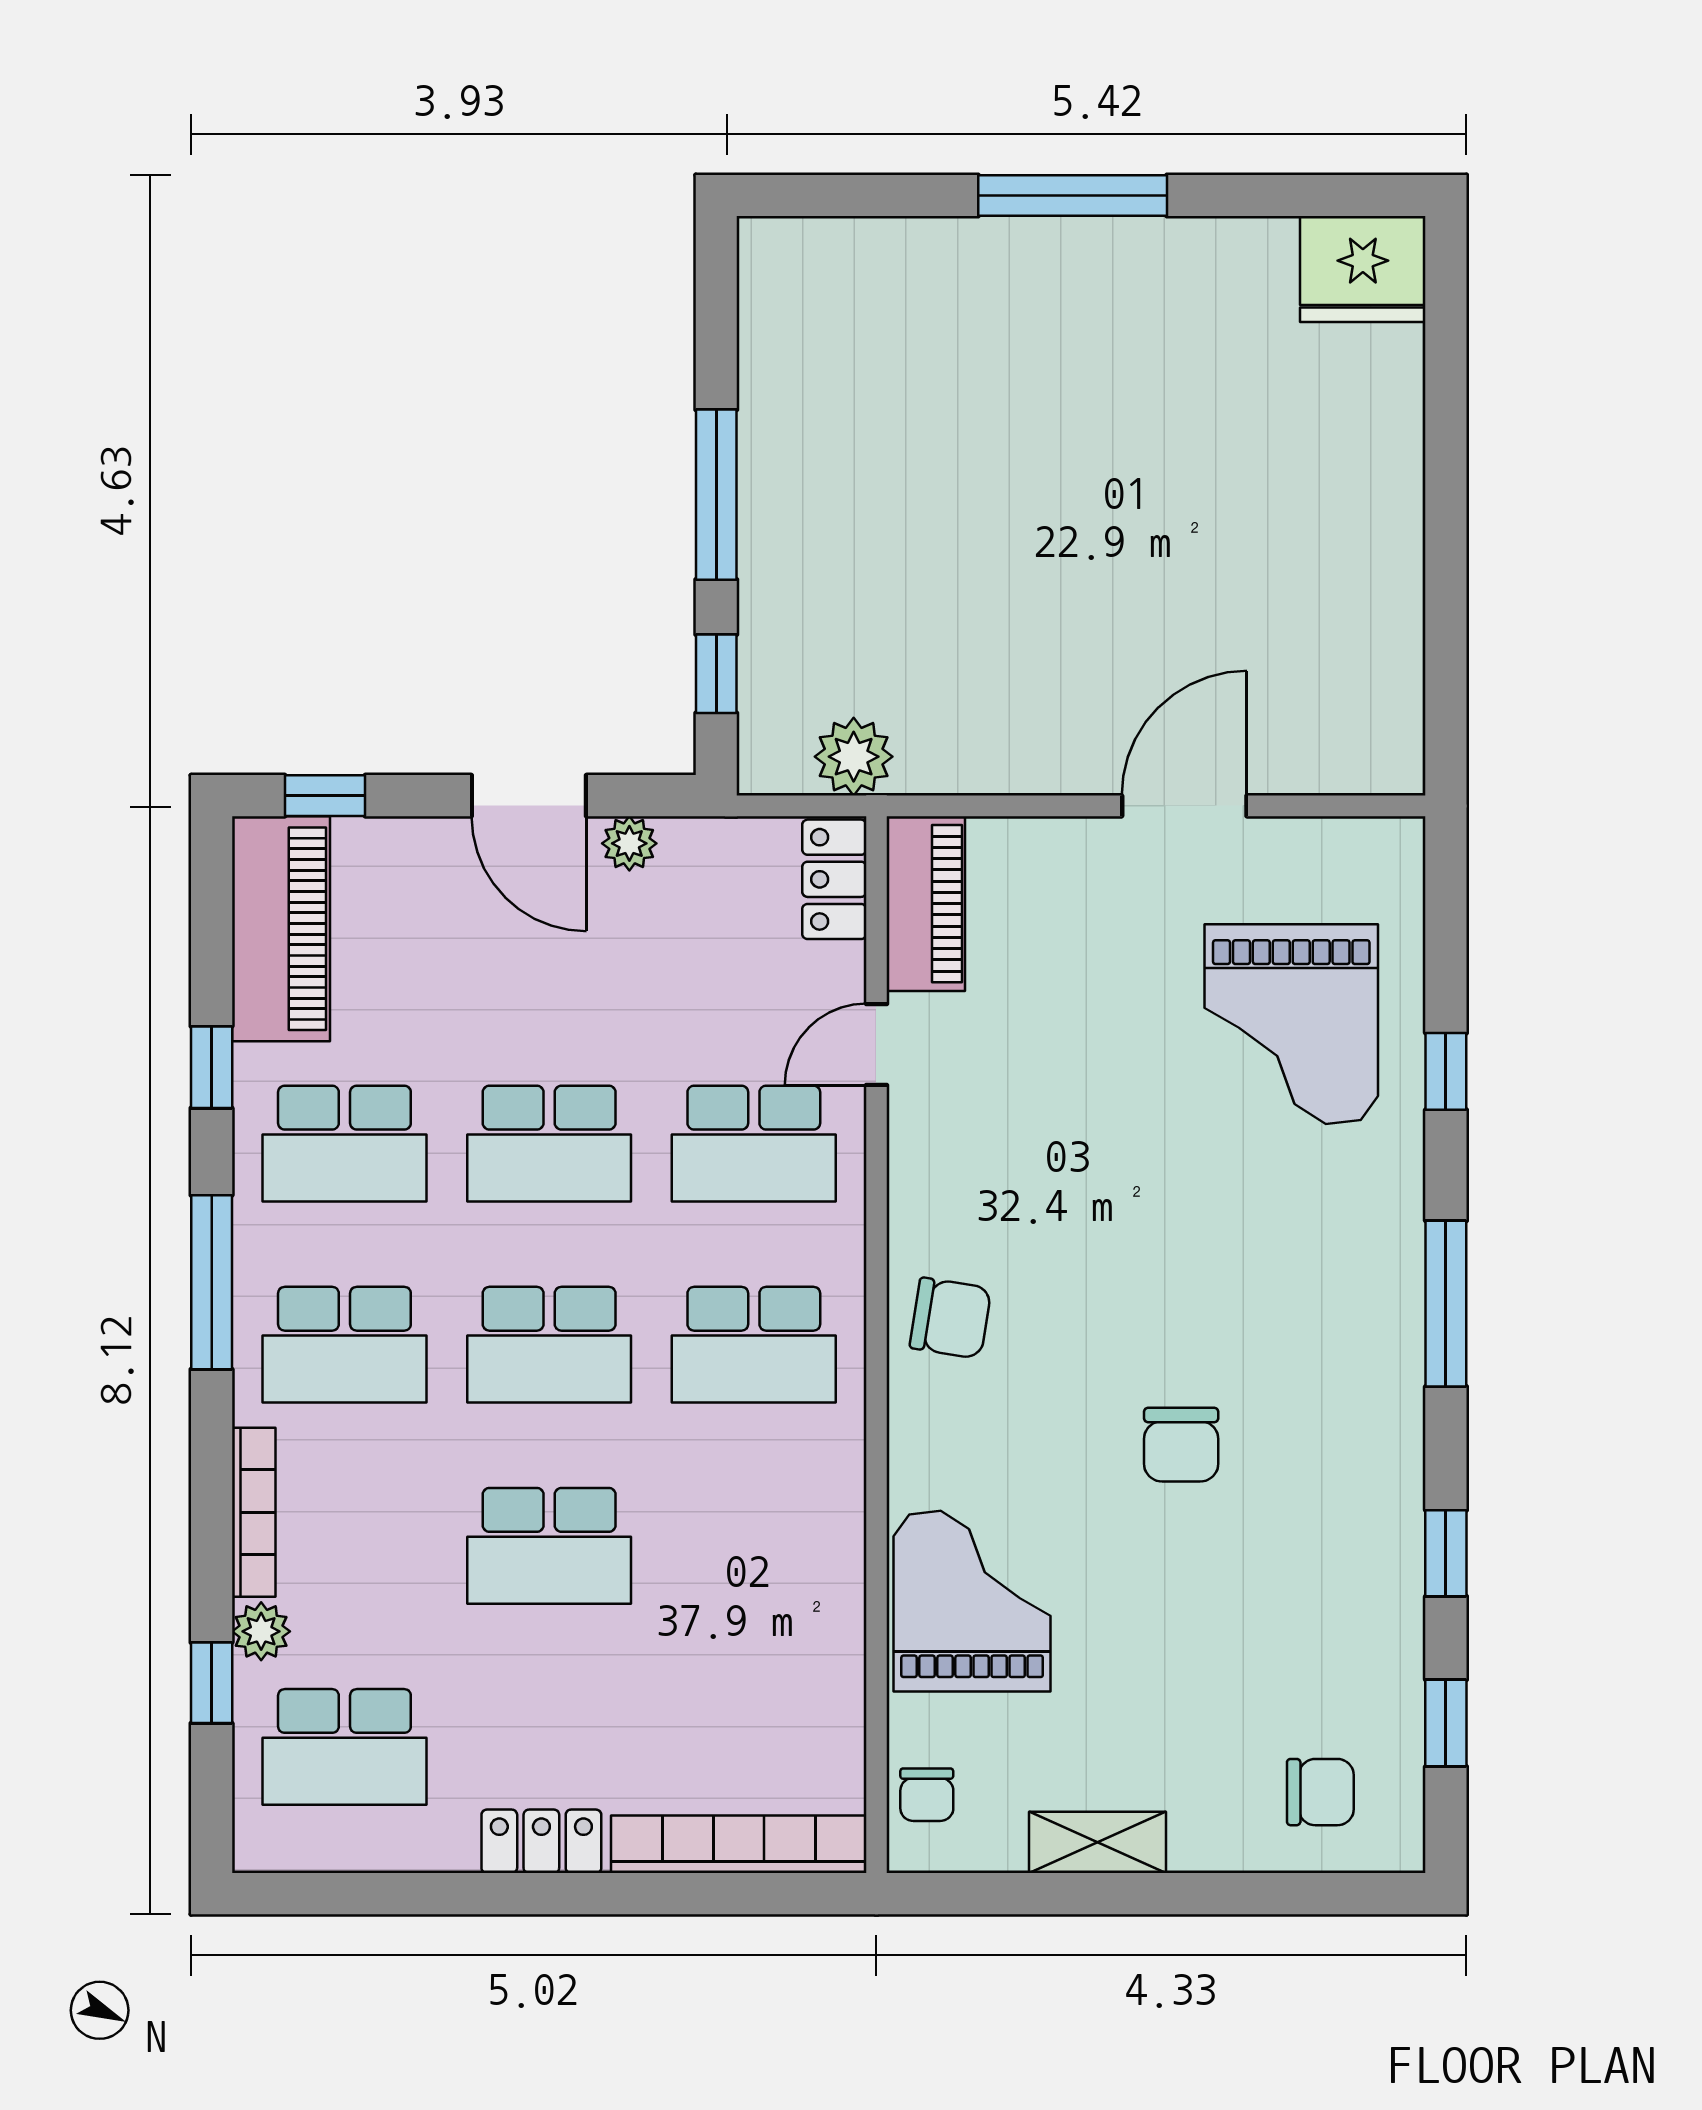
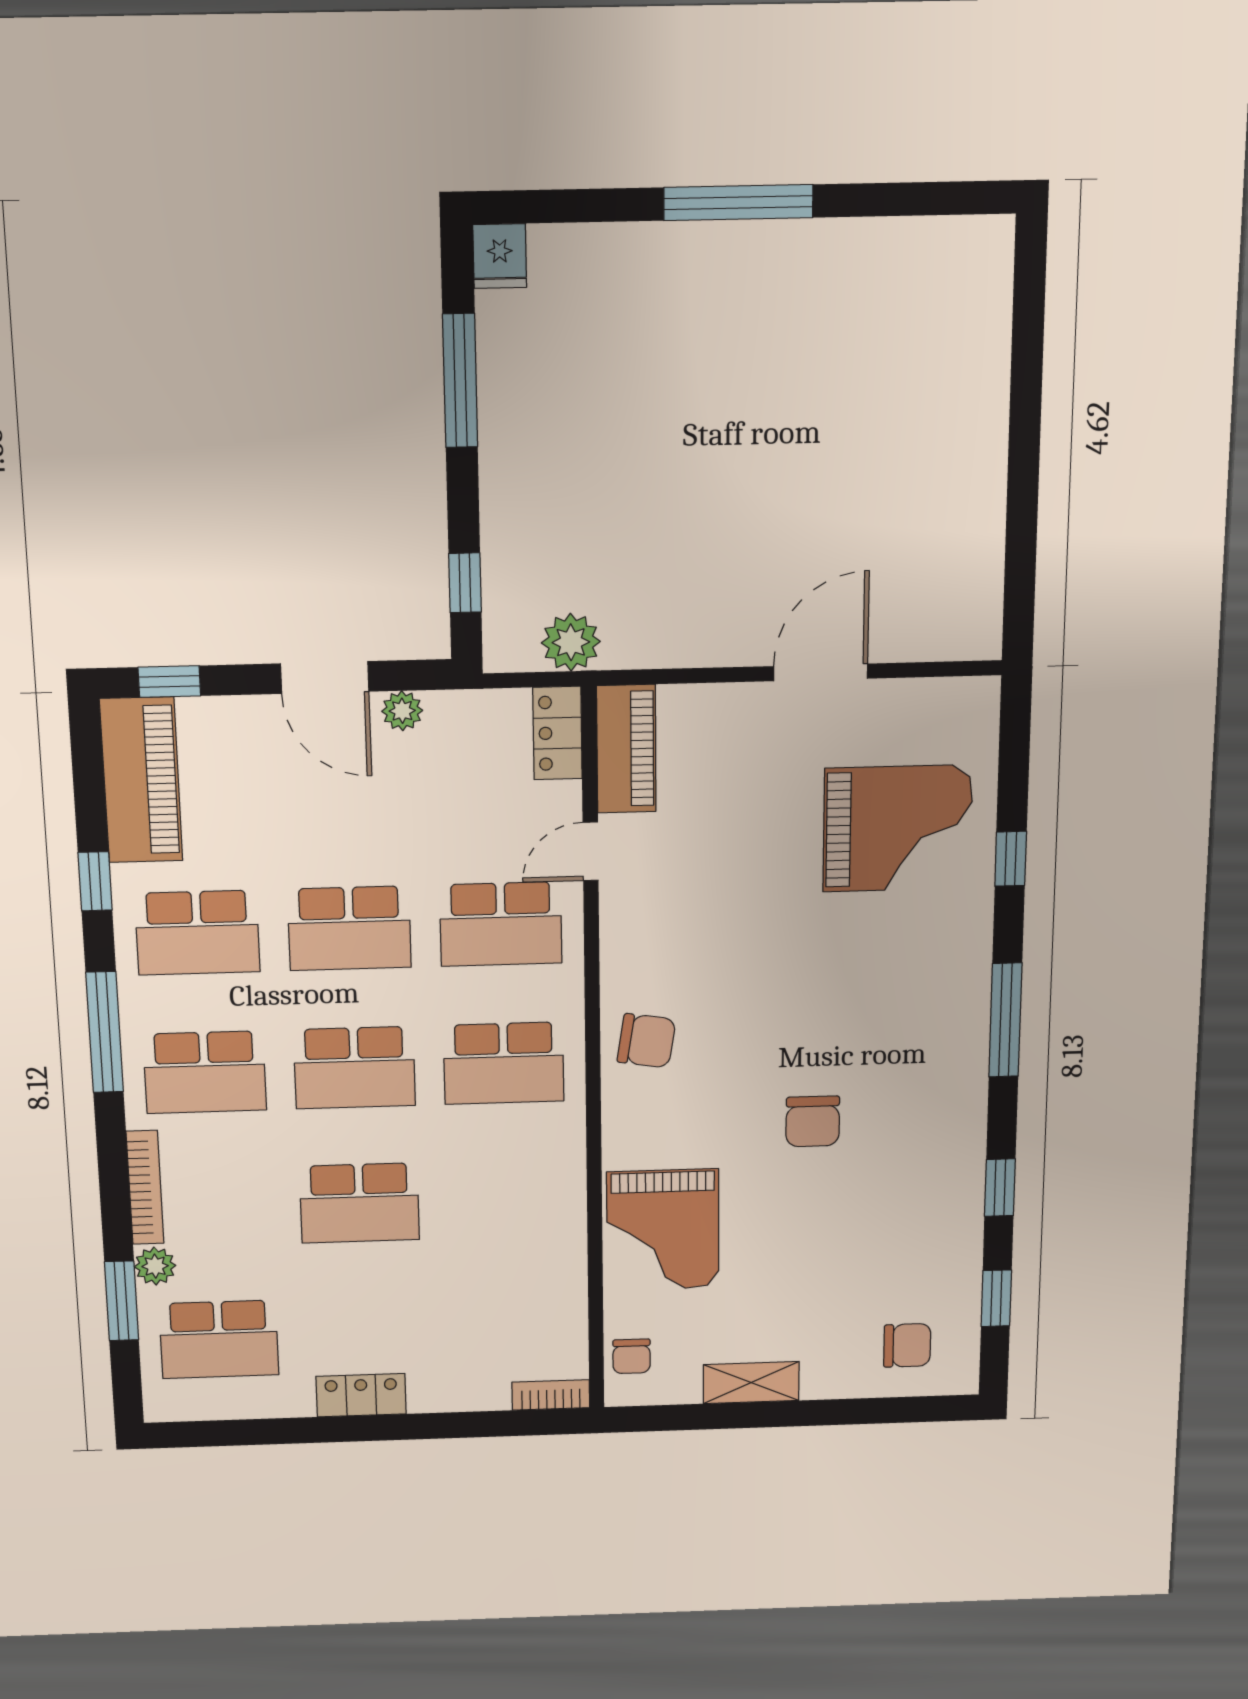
fridge: (1363, 269) -> (500, 256), moved, width x0.53, depth x0.75
window: (716, 495) -> (460, 381), moved
grand piano: (1291, 1024) -> (898, 828), turned -90
grand piano: (972, 1601) -> (663, 1230), turned 180
window: (212, 1683) -> (122, 1301), width x1.50
bookcase: (739, 1844) -> (551, 1395), width x0.43, depth x0.76

